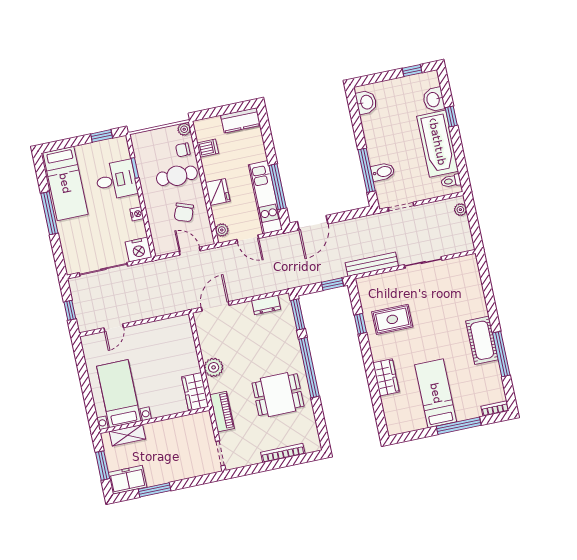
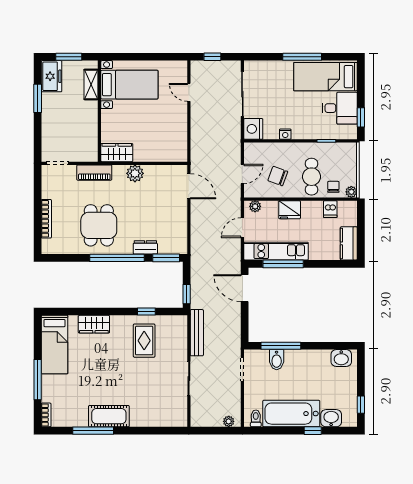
desk: (116, 180) -> (340, 108), moved, turned -90
dresser: (266, 305) -> (145, 247), moved, turned 90
bed: (436, 393) -> (54, 345), moved, turned 90

